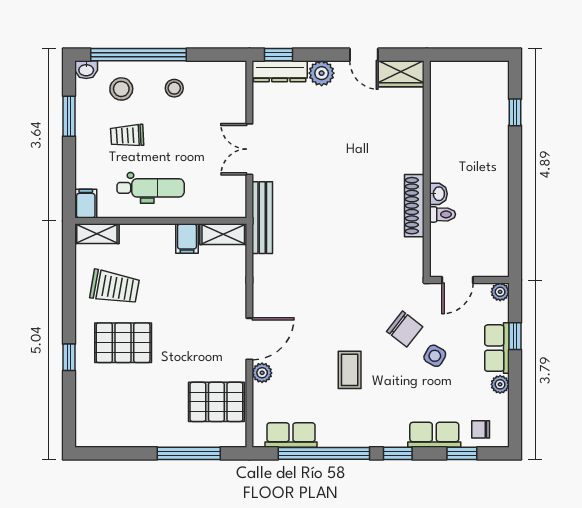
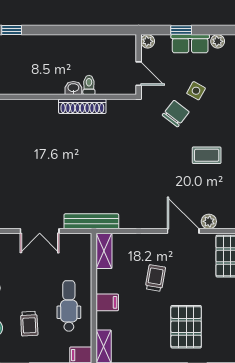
filing cabinet: (187, 239) -> (107, 302), moved
trolley: (115, 287) -> (155, 278), moved, width x0.73, depth x0.72

